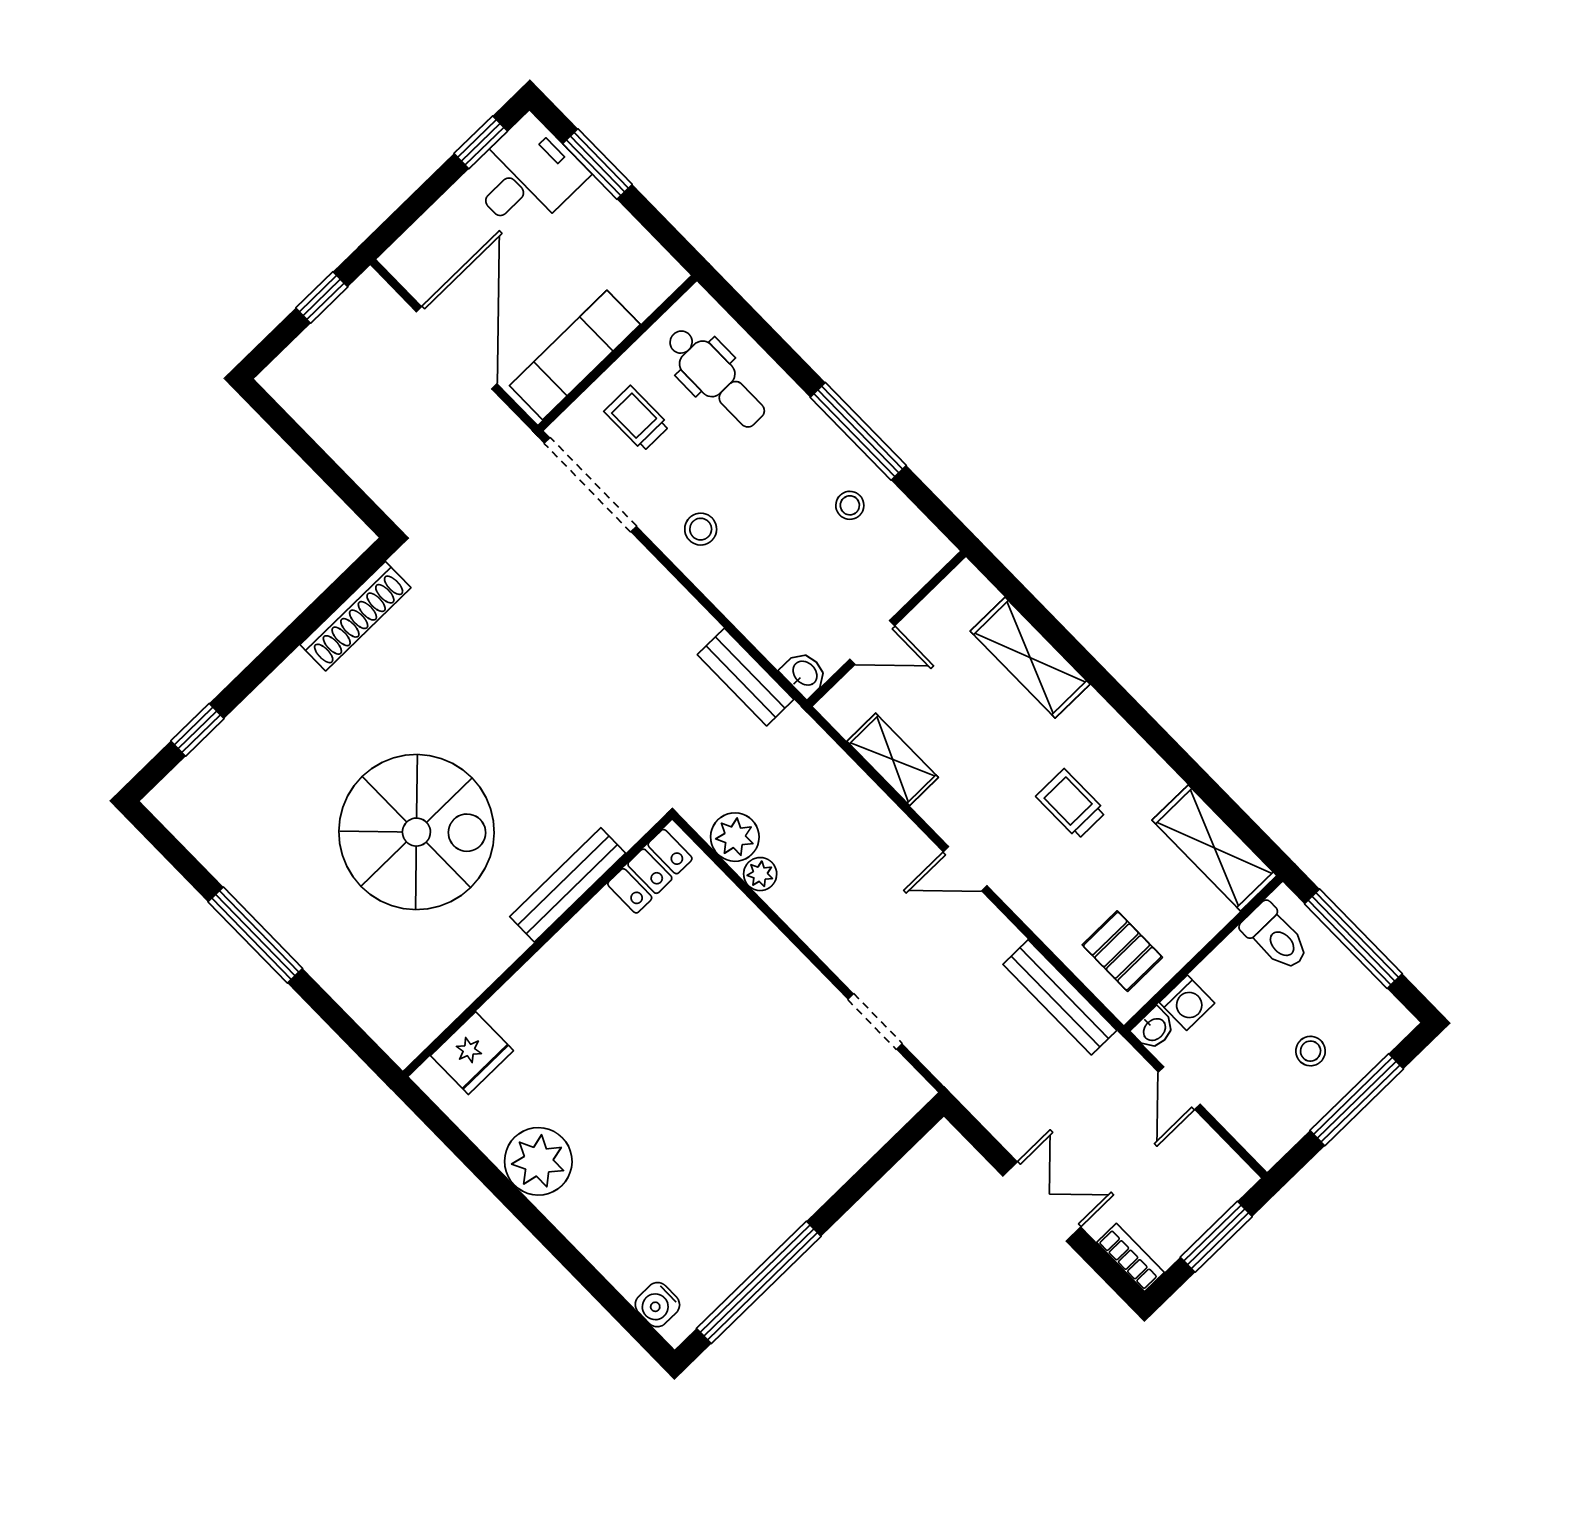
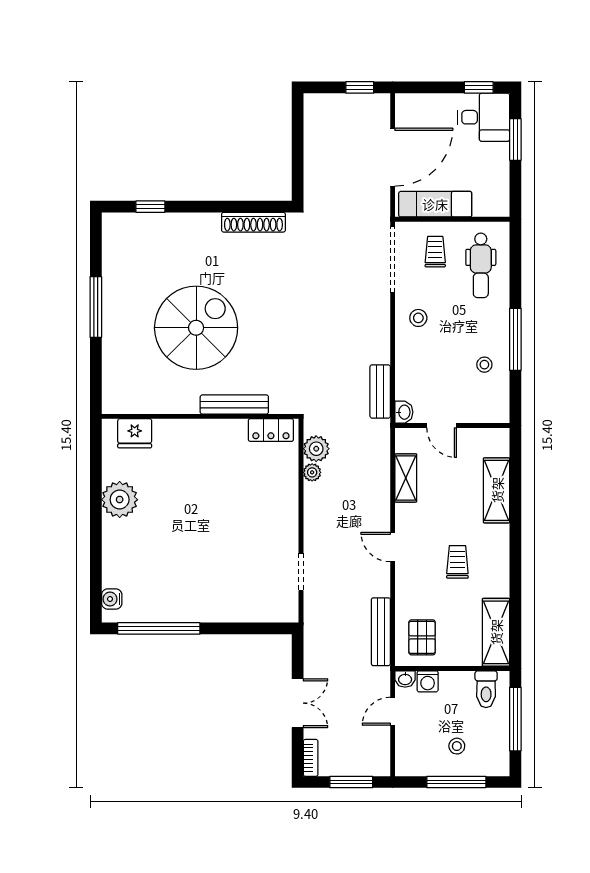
spiral stairs: (416, 832) -> (196, 328), turned -90

